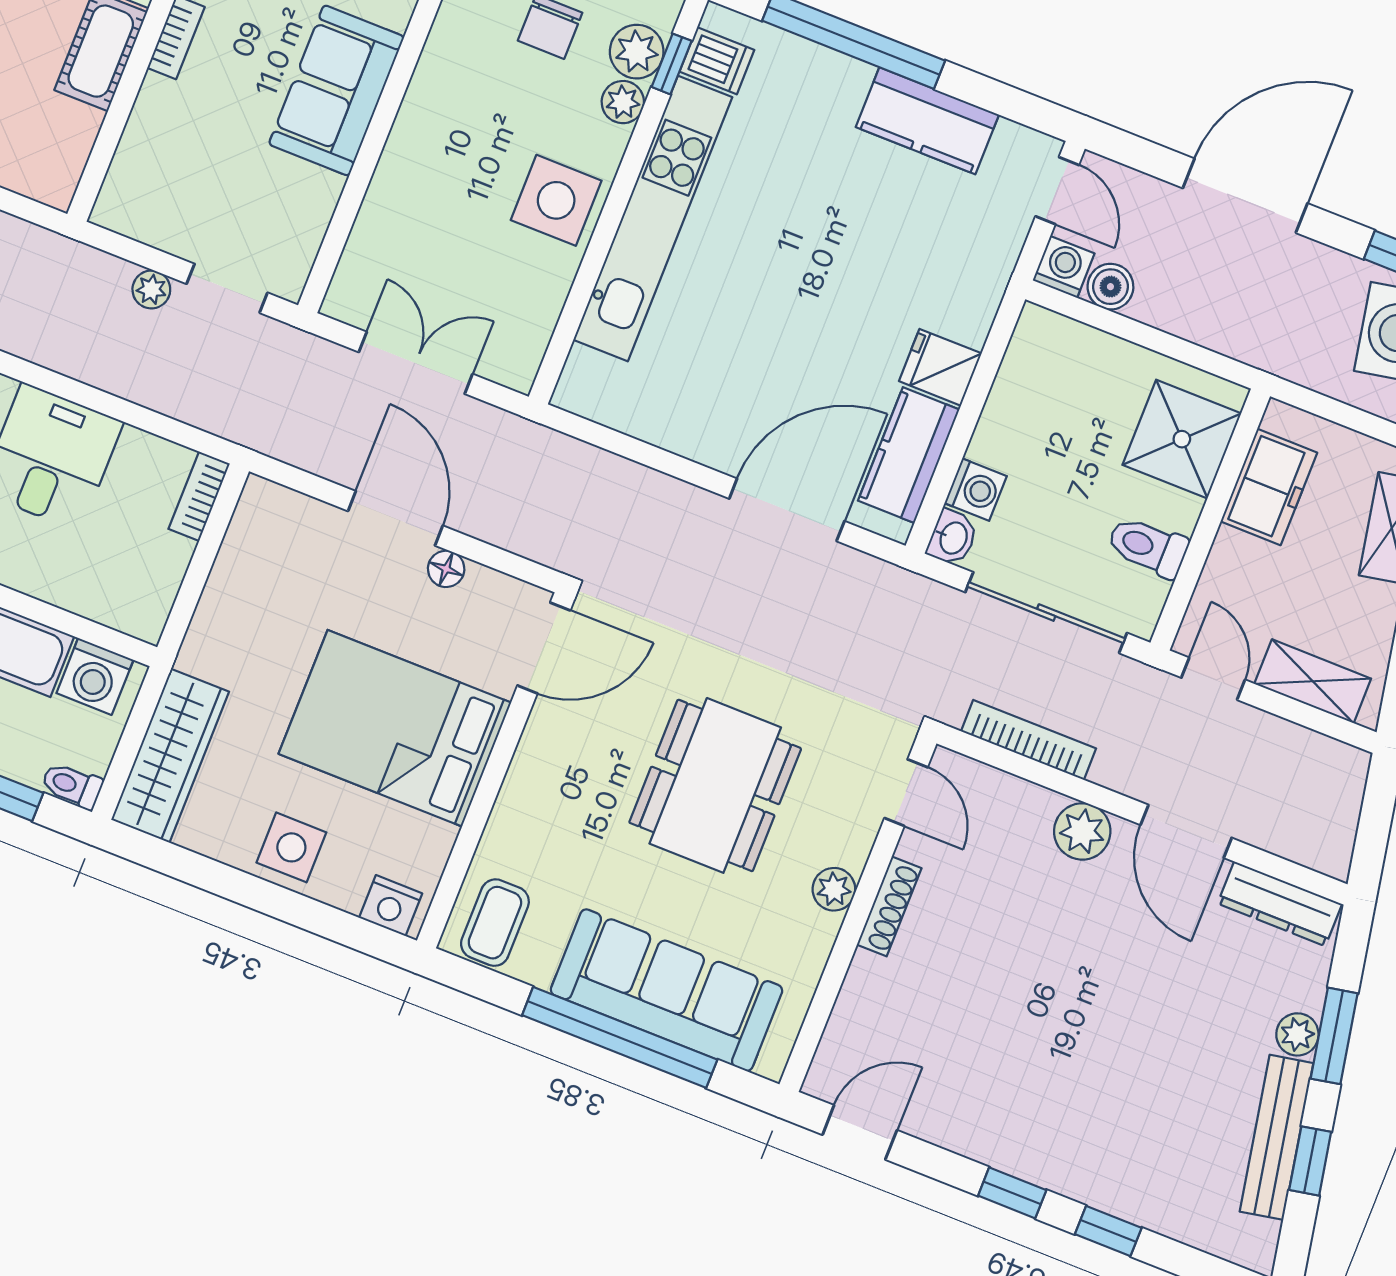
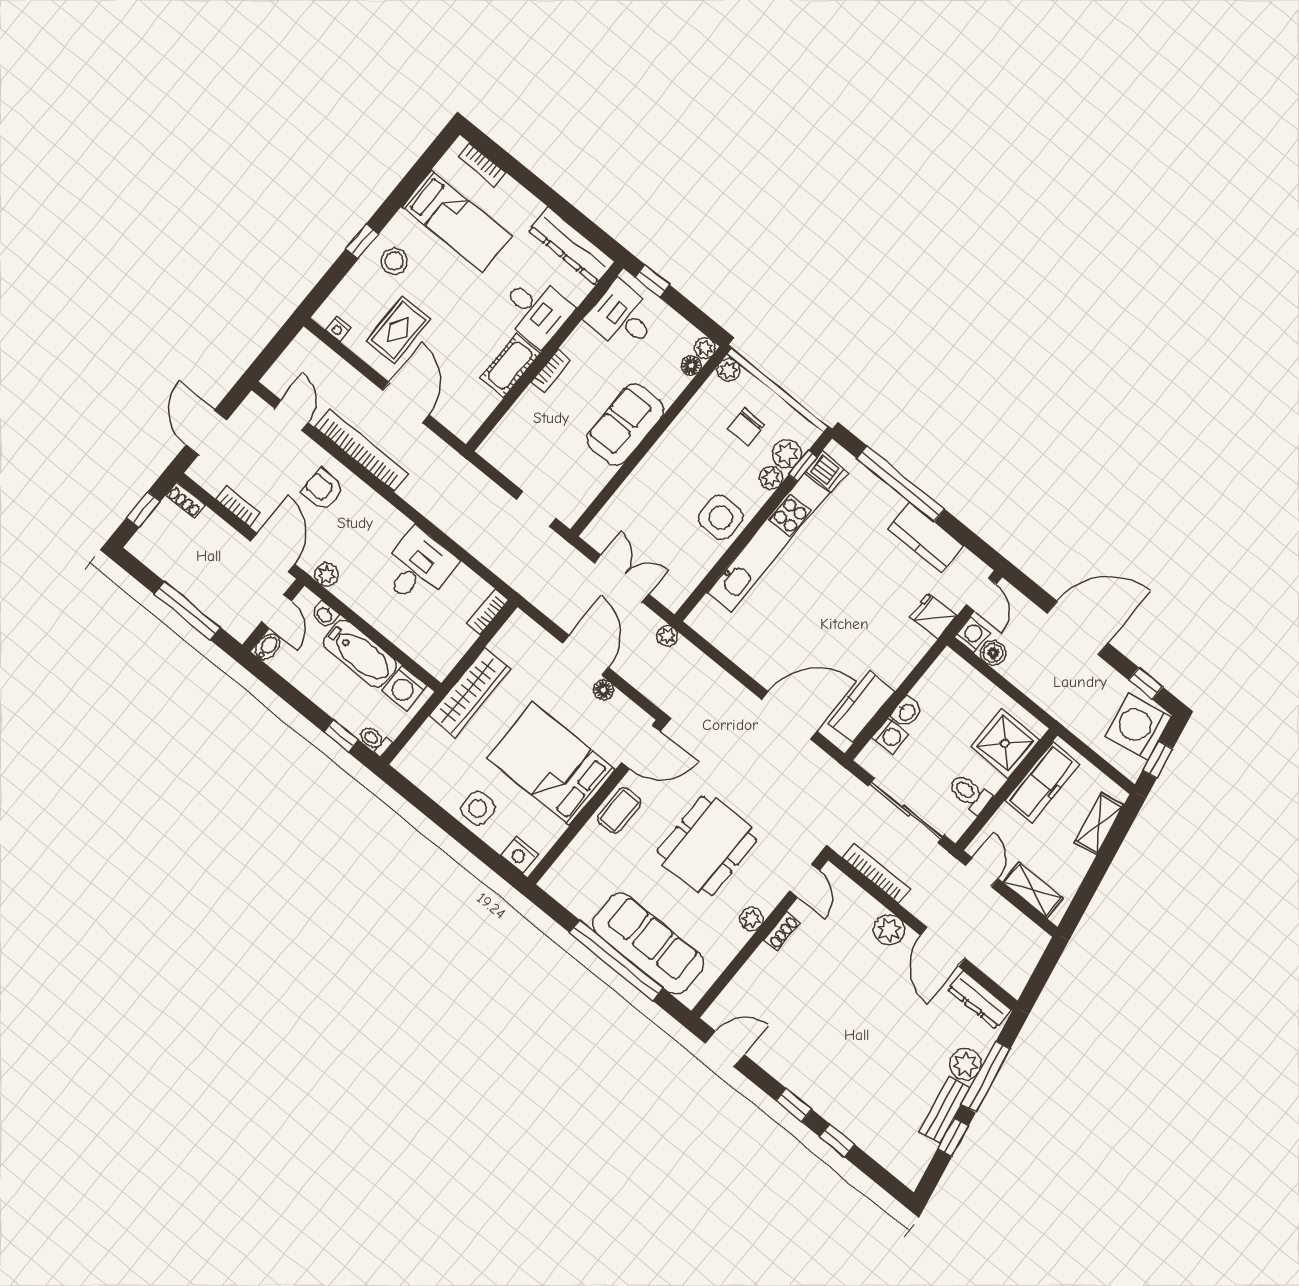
plant: (151, 289) -> (667, 636), moved
fridge: (940, 367) -> (933, 616), moved
freezer: (1269, 487) -> (1042, 782), width x1.40
washbasin: (952, 538) -> (907, 712), moved
wardrobe: (170, 756) -> (470, 692), moved
shoe rack: (889, 906) -> (782, 931), width x0.70
coffee table: (495, 923) -> (619, 810), moved
plant: (1297, 1034) -> (965, 1064), width x1.38, depth x1.38
window: (1334, 1036) -> (986, 1077), width x1.44
bench: (1276, 1137) -> (945, 1110), width x0.73

